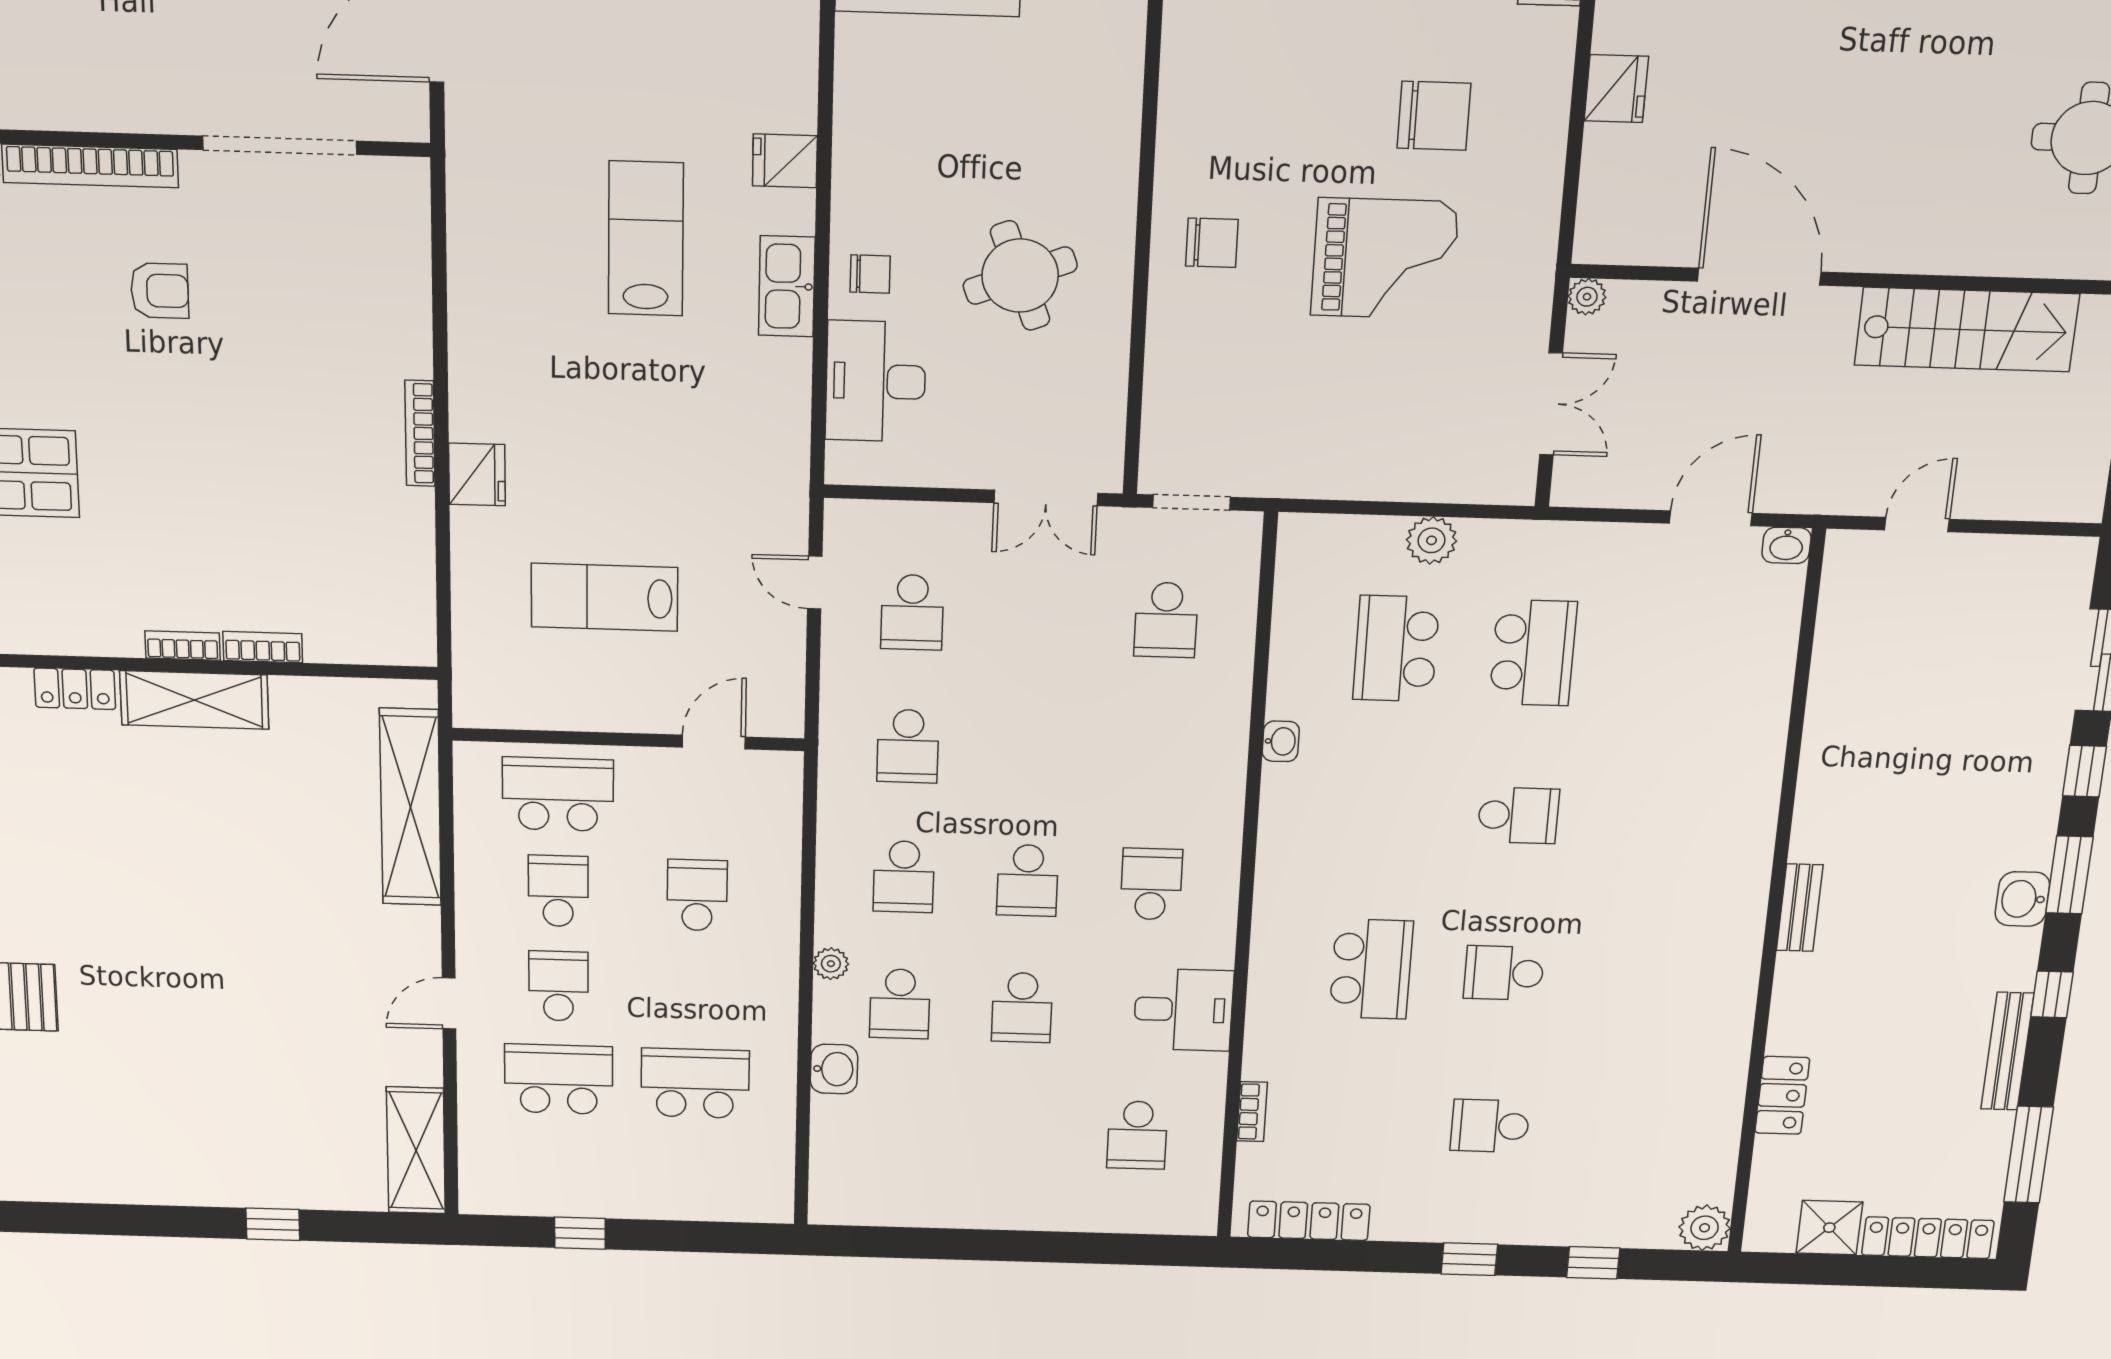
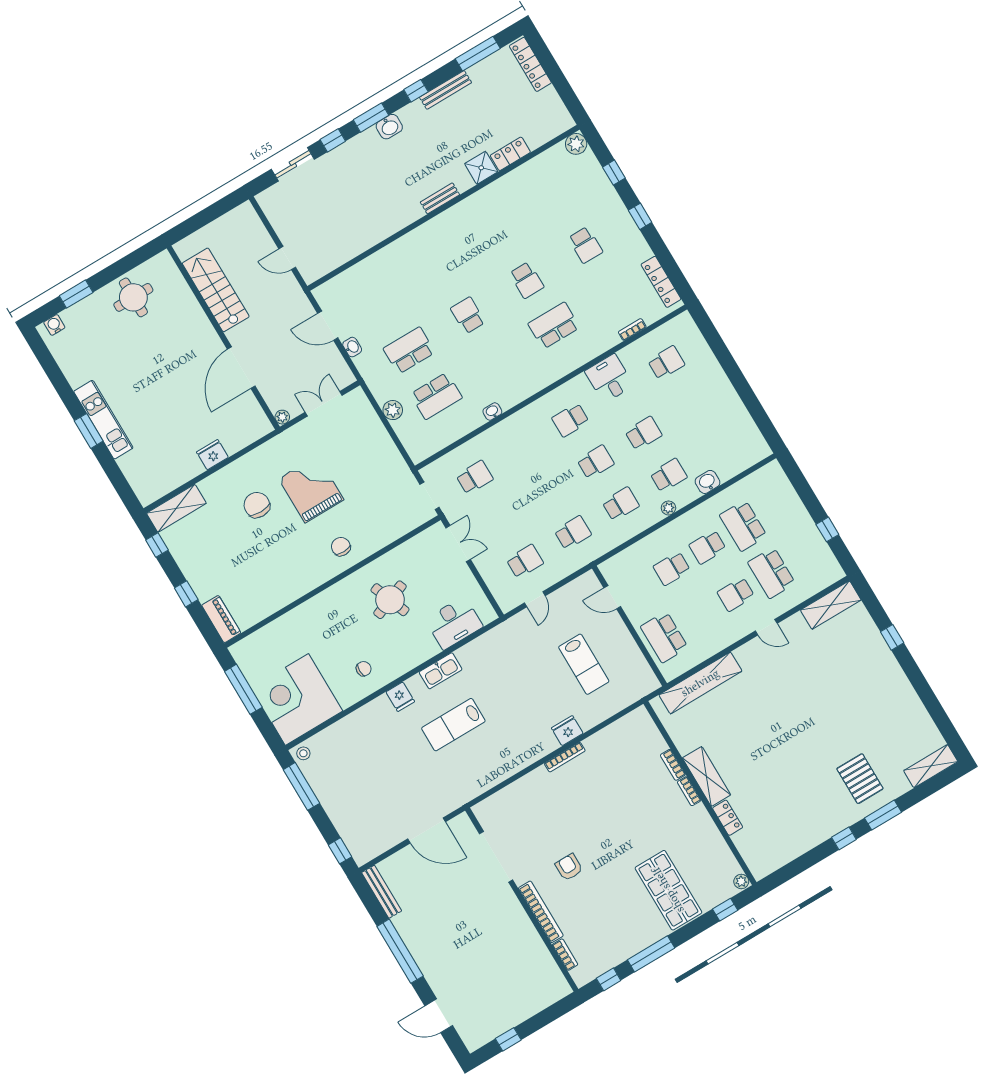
chair: (870, 274) -> (364, 669), moved, turned 90
washbasin: (1786, 545) -> (352, 347), moved
school desk: (558, 891) -> (708, 547), moved
shower: (1829, 1228) -> (481, 168), moved

